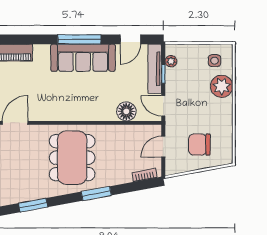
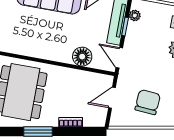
chair: (199, 145) -> (148, 102), turned 94
bookcase: (145, 175) -> (71, 122), moved

